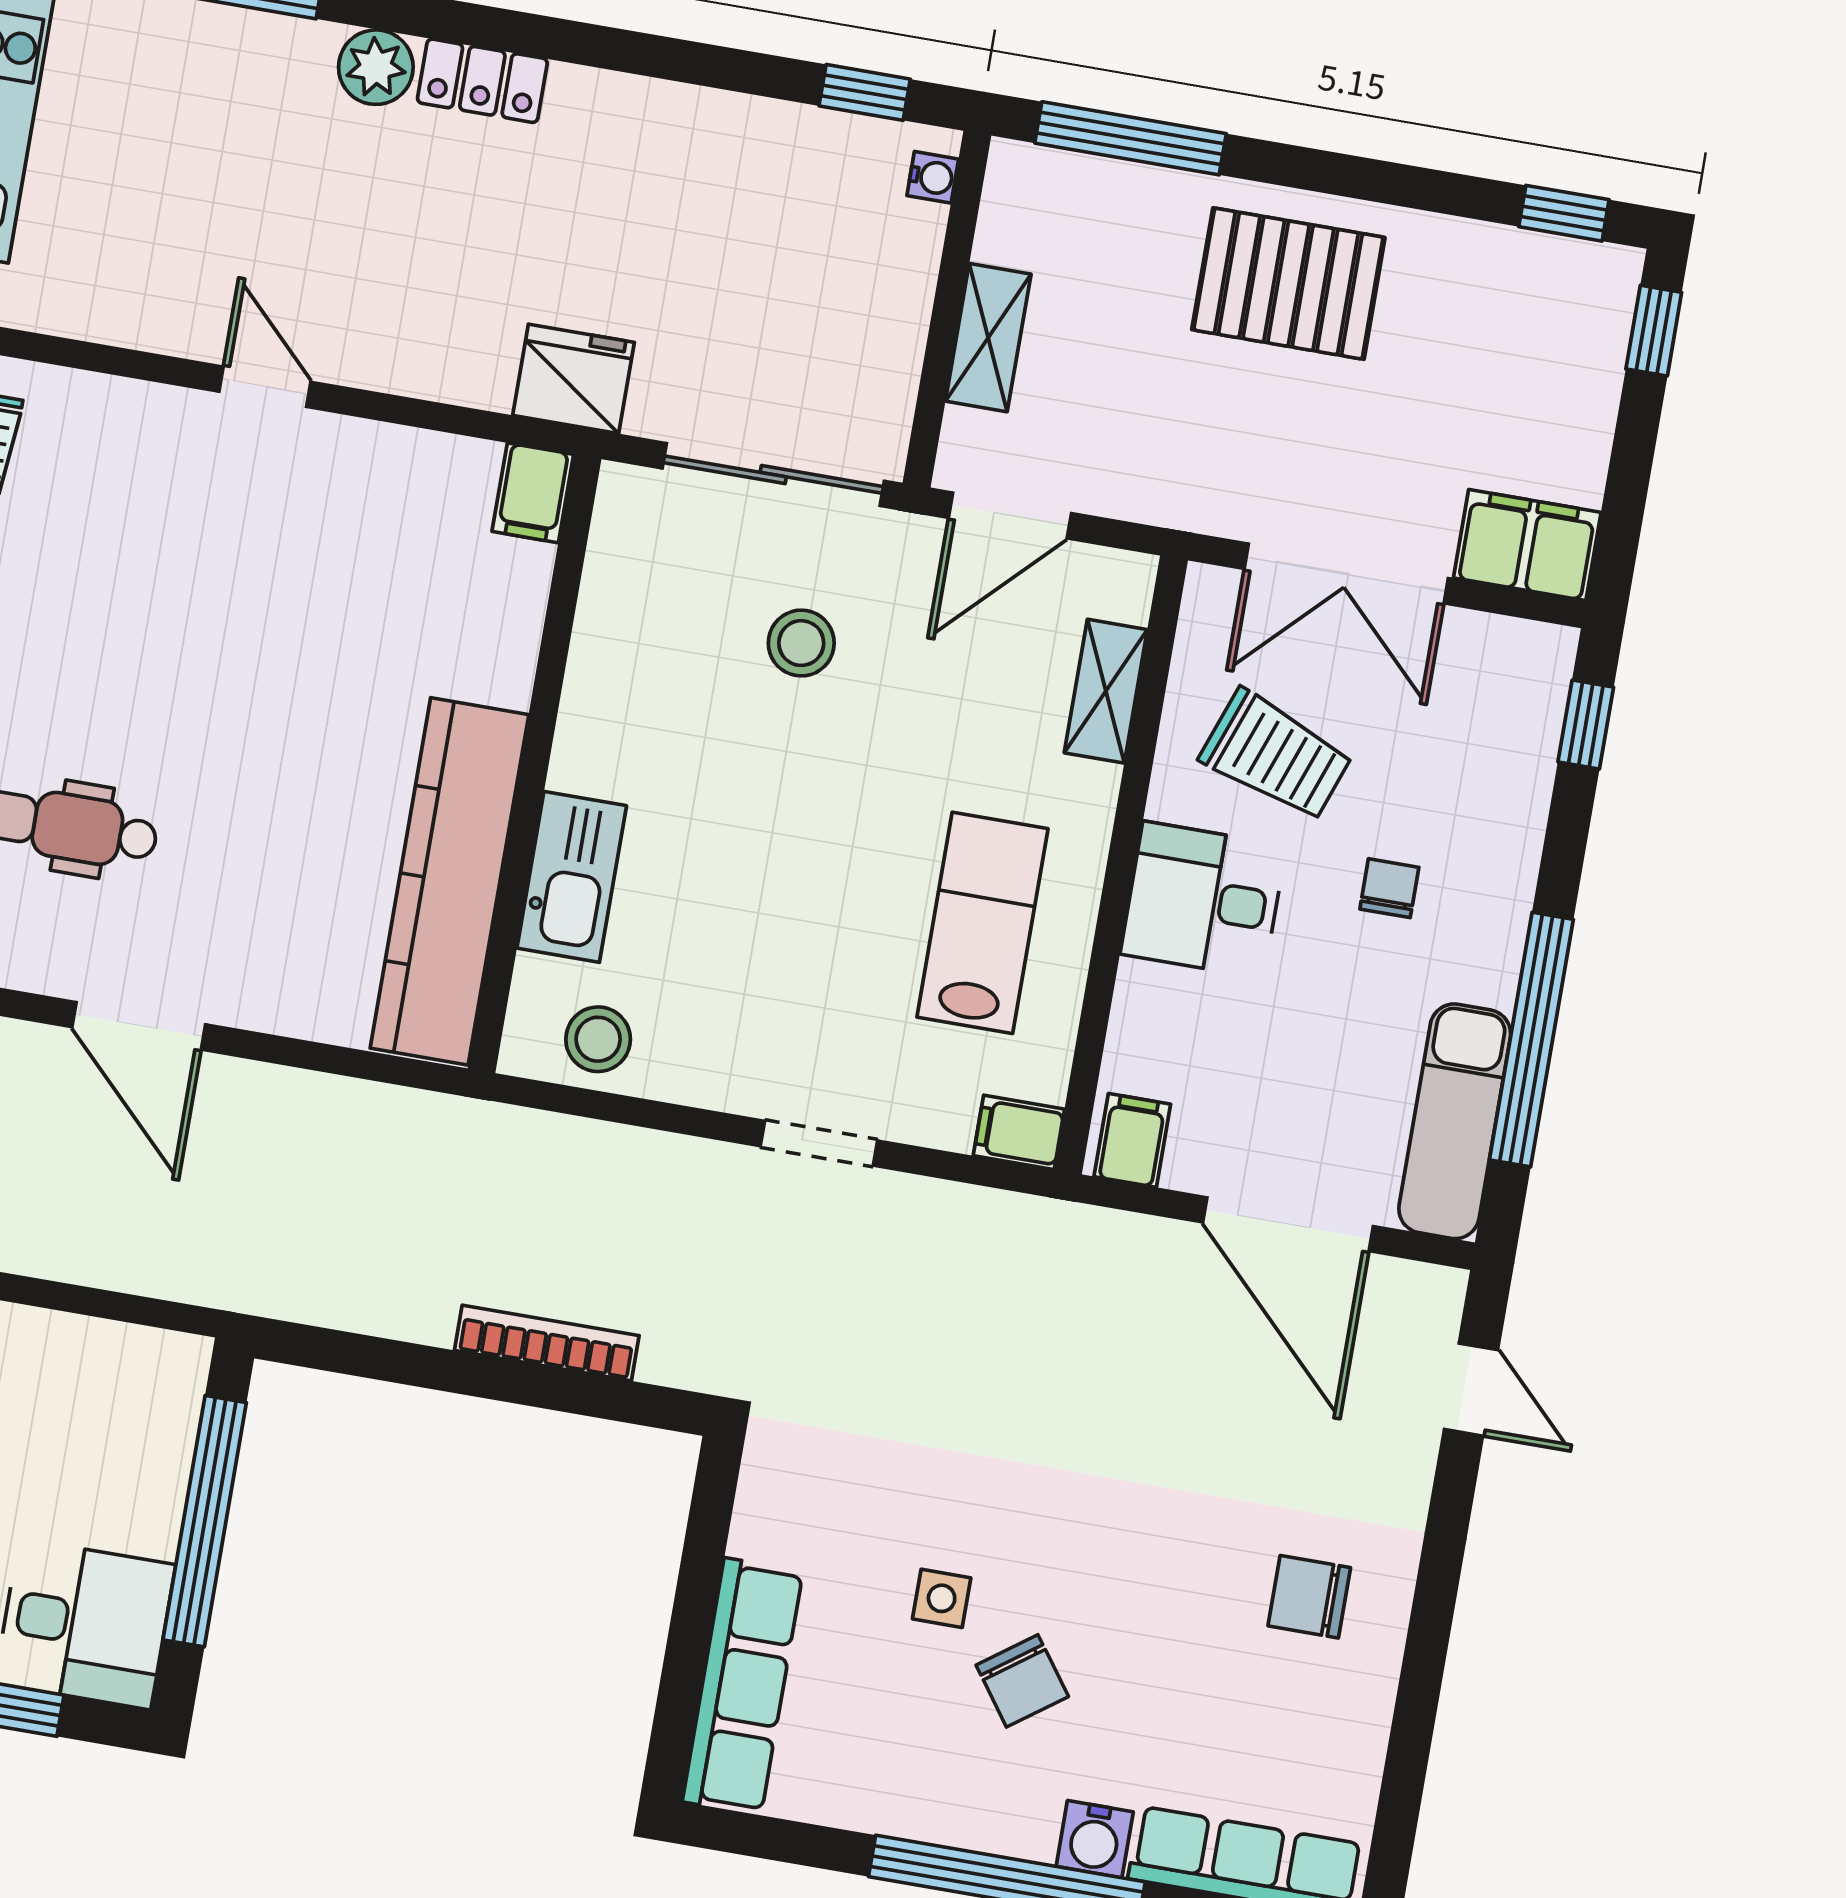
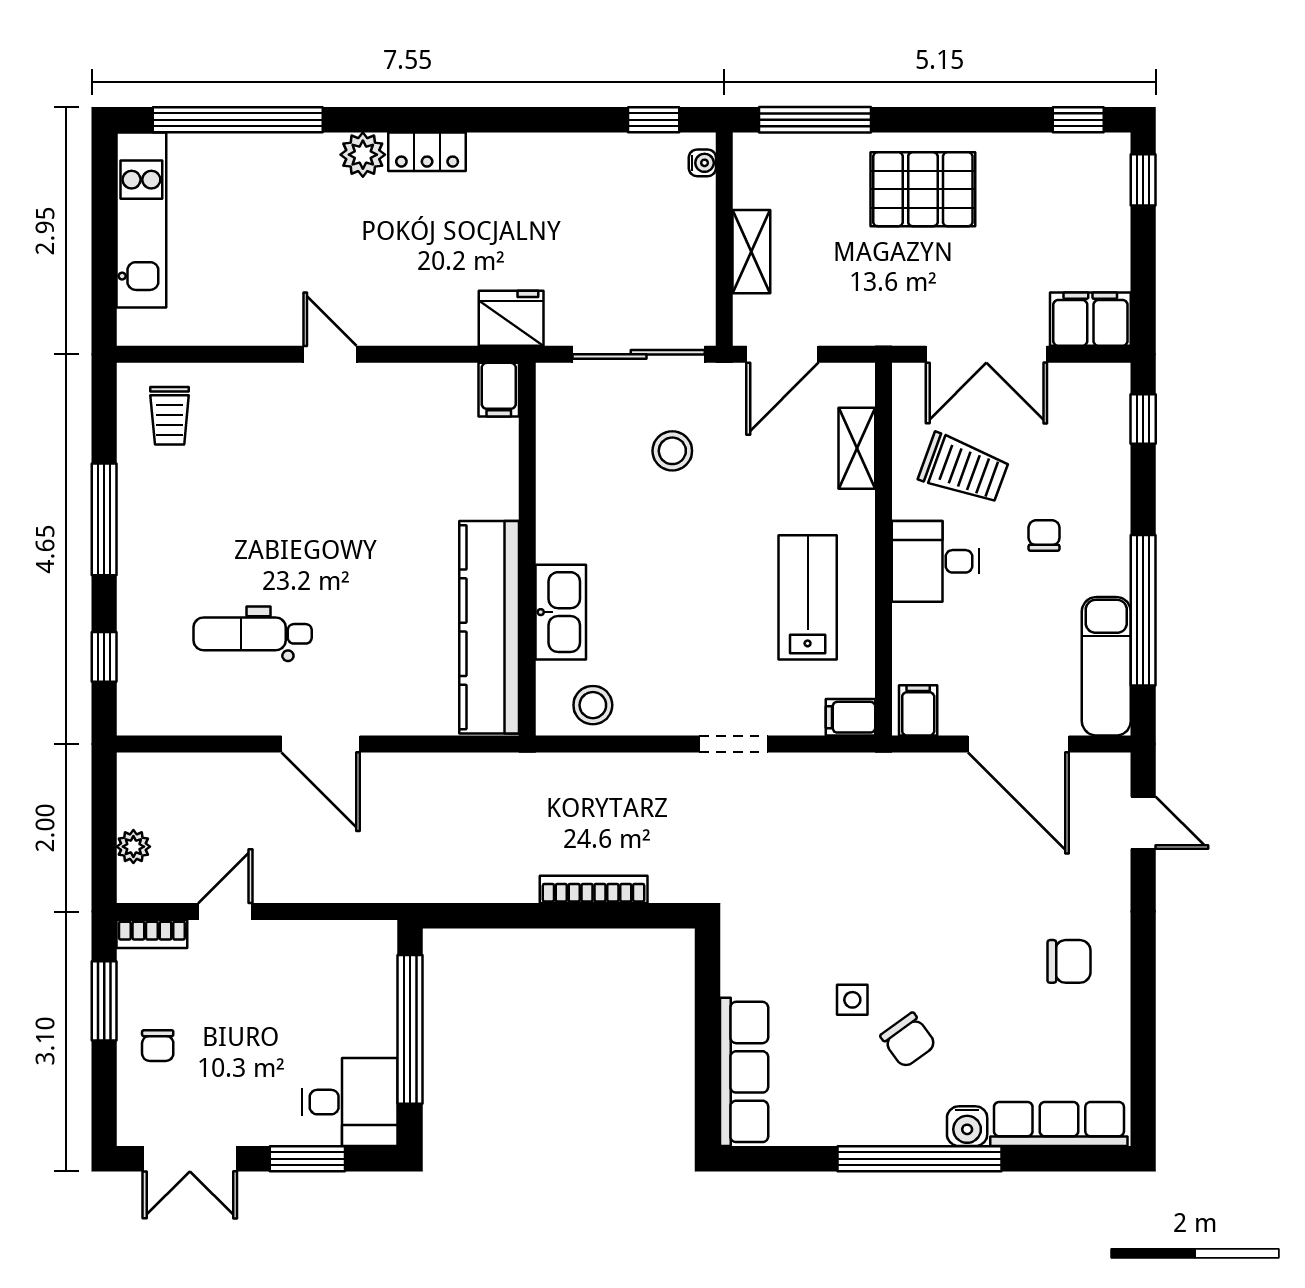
chair: (1309, 1597) -> (1069, 961), turned 180

